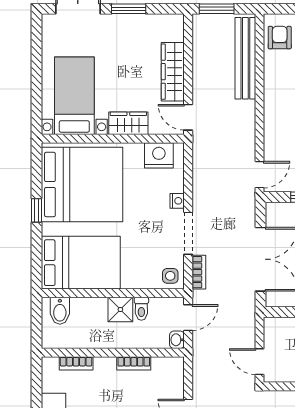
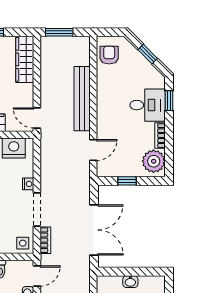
bench: (245, 58) -> (82, 99), moved
wardrobe: (173, 72) -> (25, 59), moved
door: (260, 175) -> (93, 150), moved

